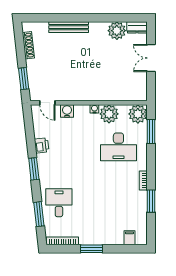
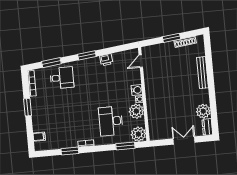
window: (24, 79) -> (171, 38), moved
water cooler: (67, 111) -> (137, 90), moved

